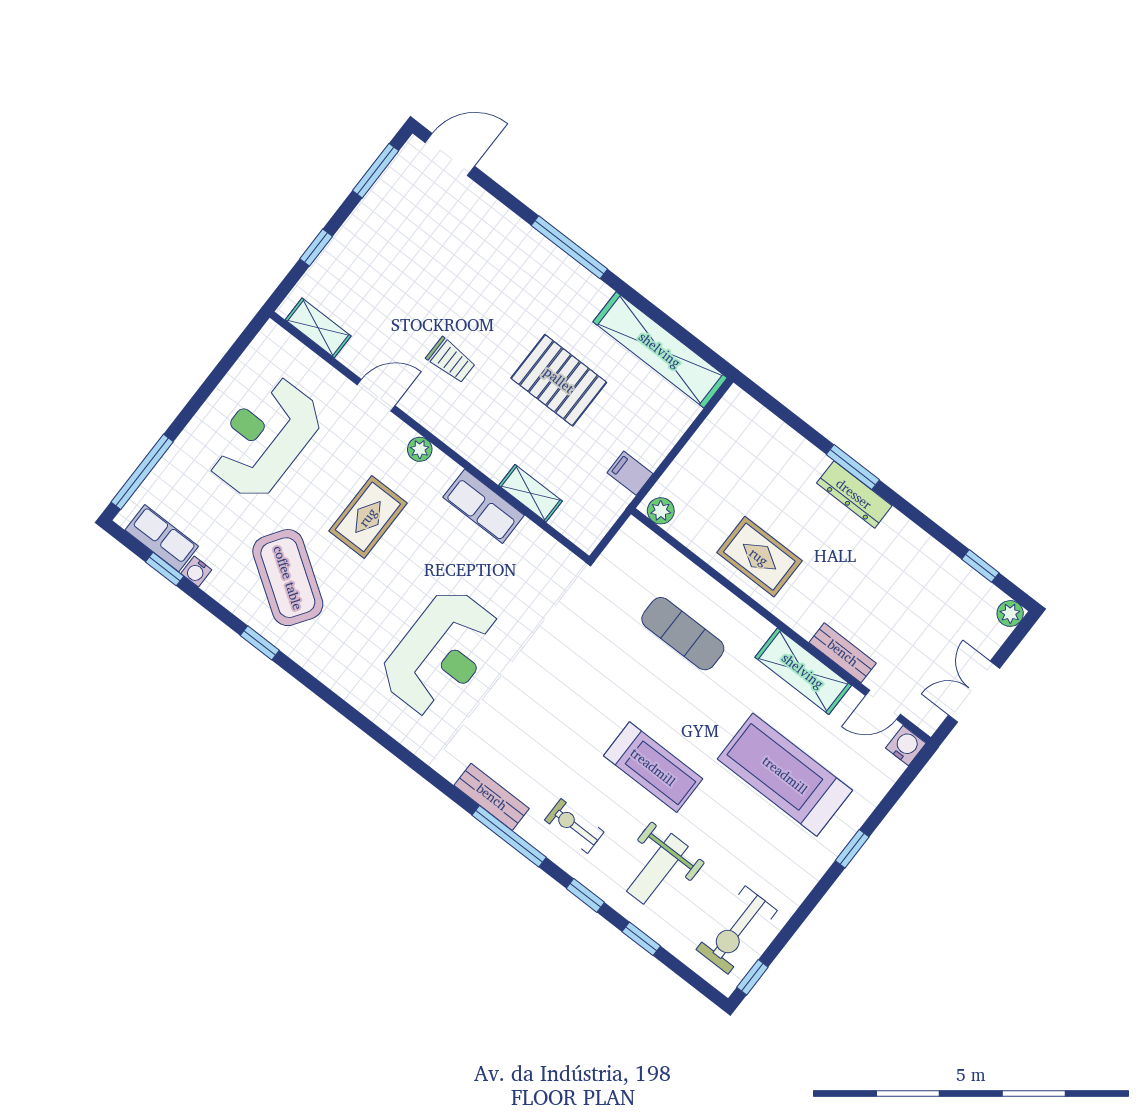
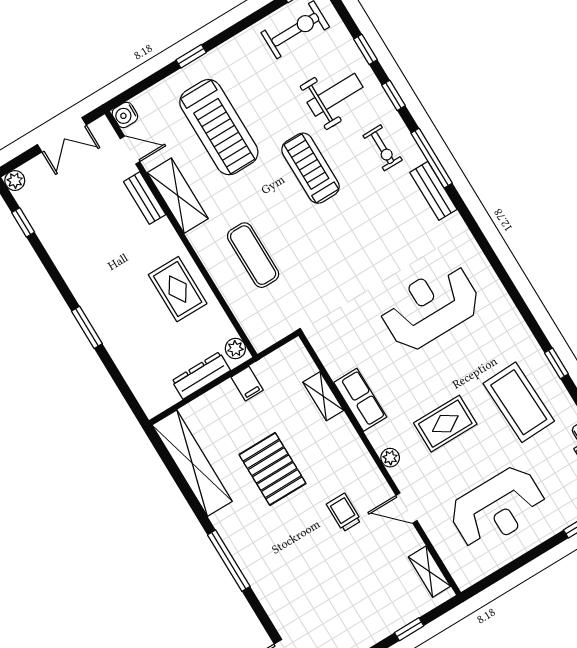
dresser: (854, 494) -> (201, 375), moved, turned -90
coffee table: (288, 578) -> (519, 402), turned -36

